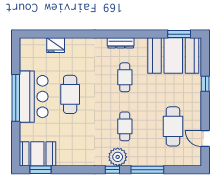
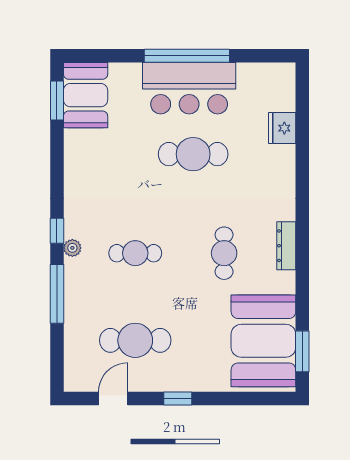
cafe table: (125, 77) -> (224, 253), turned 90
window: (205, 84) -> (178, 398), moved
plant: (118, 157) -> (72, 248), width x0.53, depth x0.53

